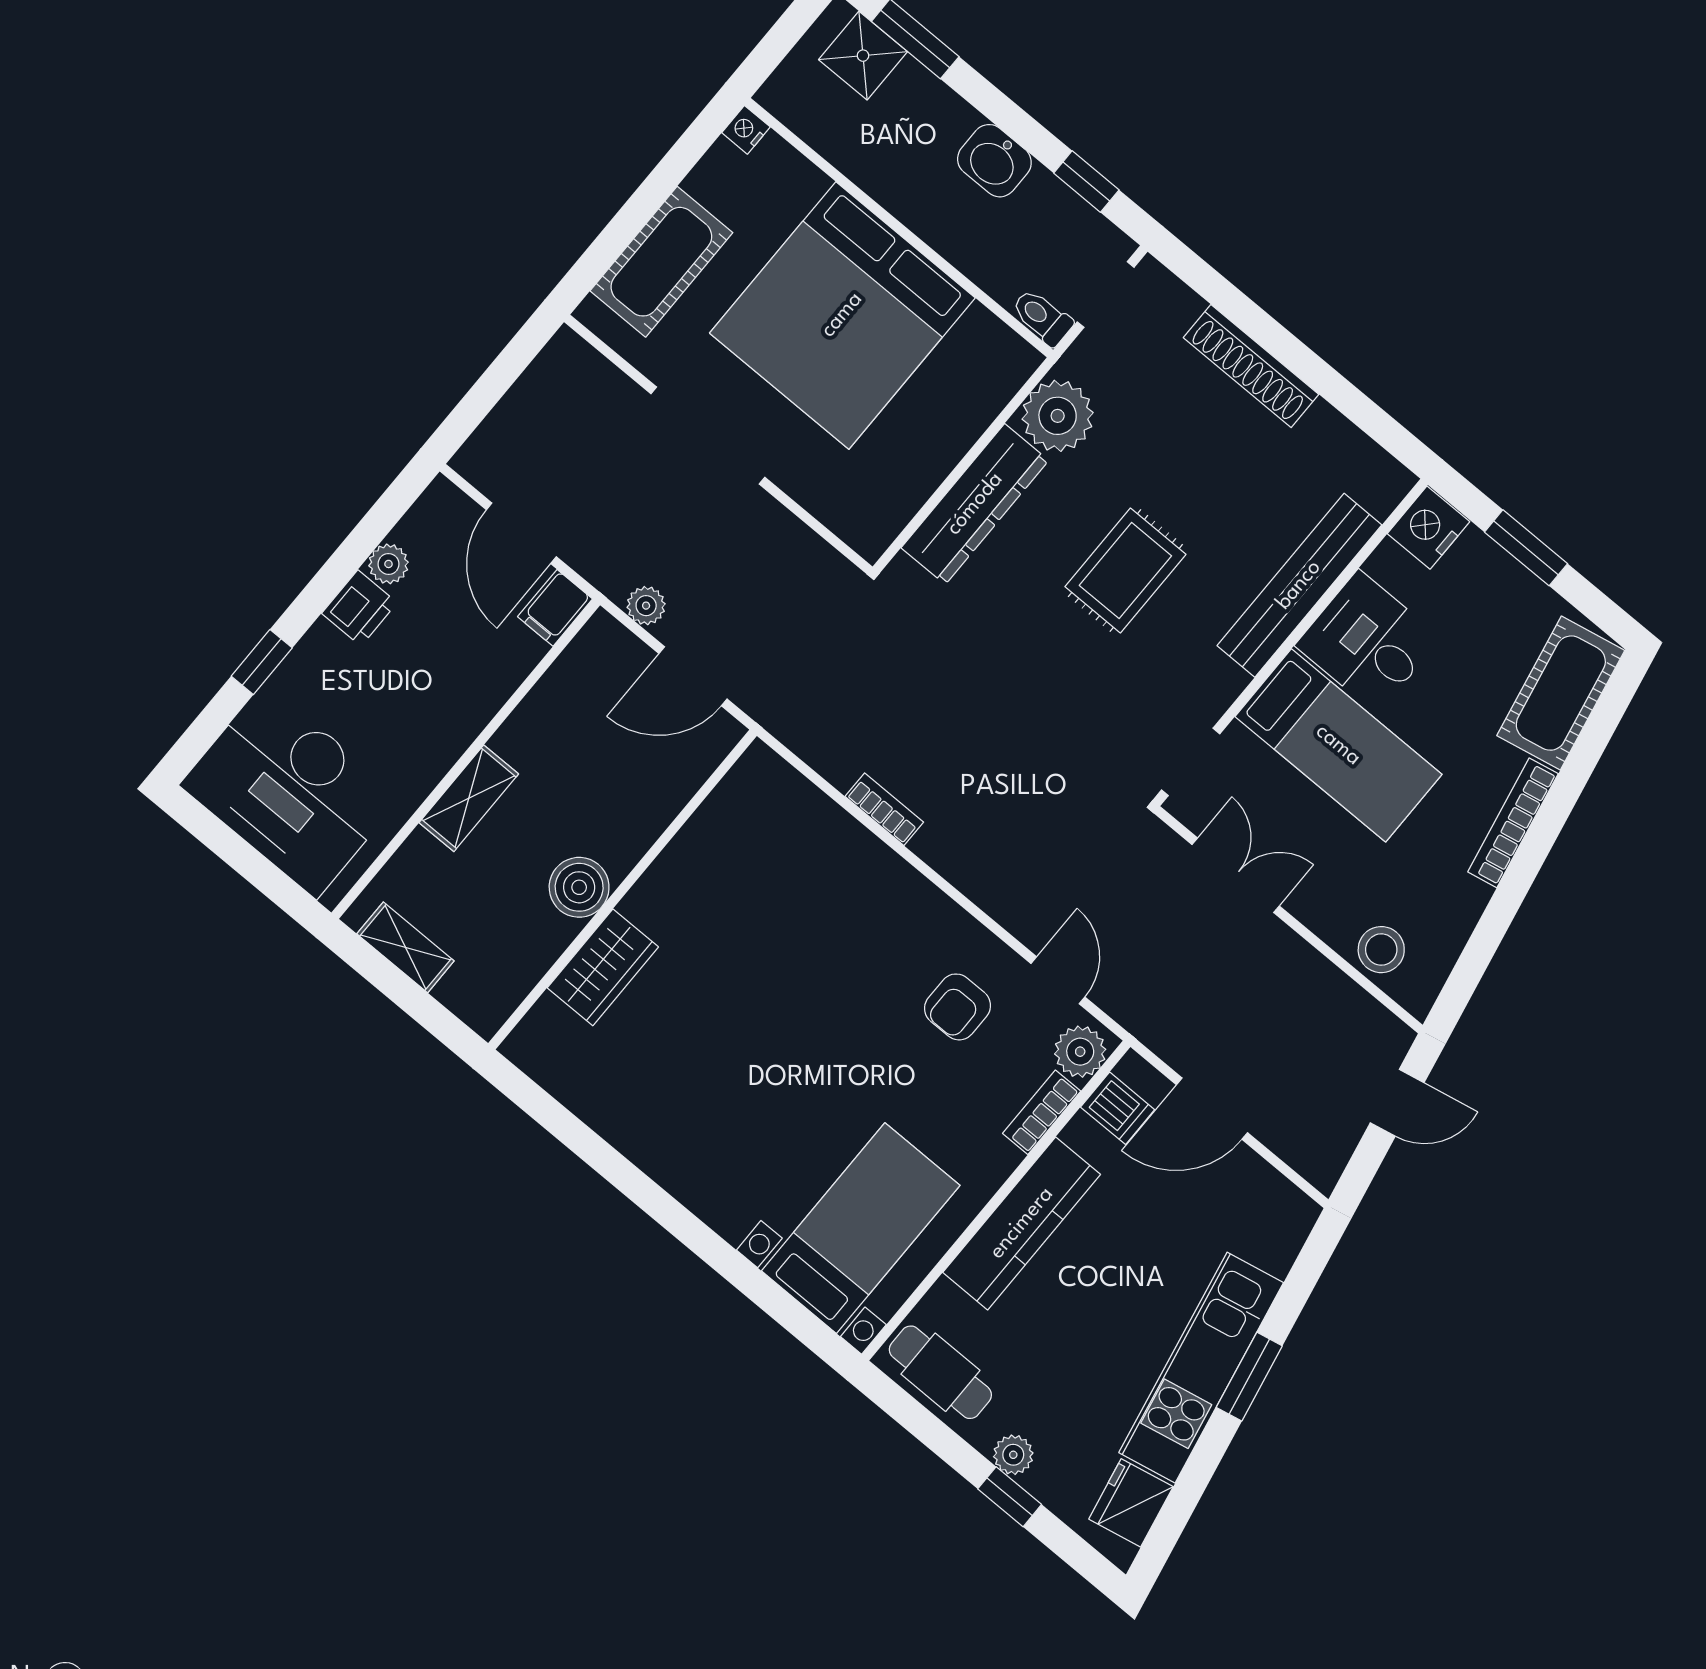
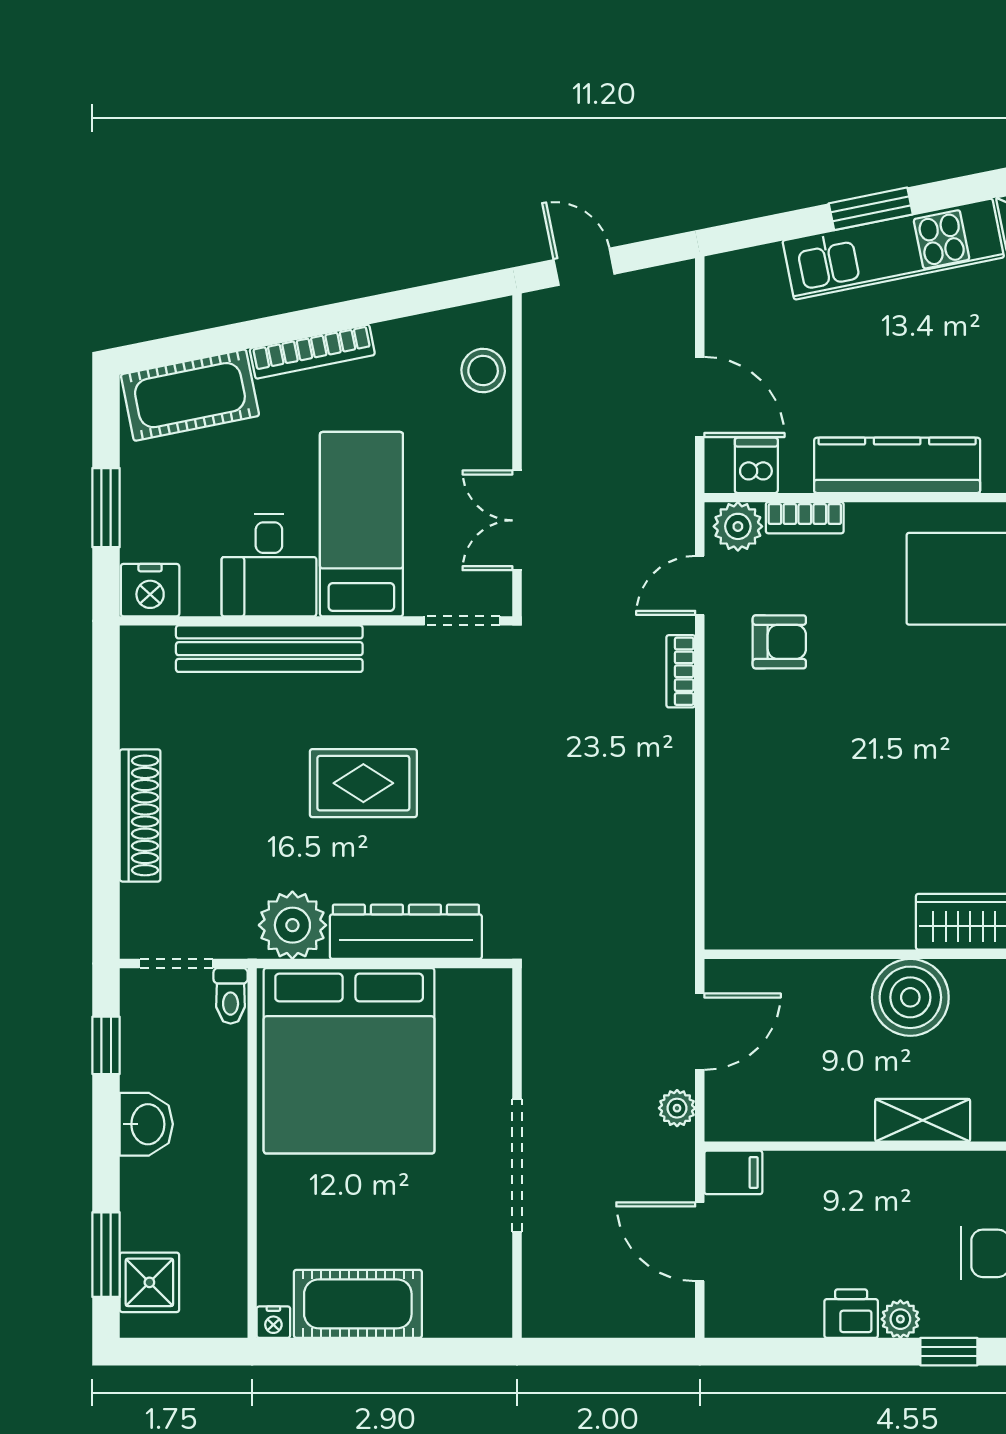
cot: (661, 262) -> (358, 1304), moved
bed: (842, 315) -> (349, 1061), moved, turned 90
door: (521, 533) -> (700, 1242), swing flipped
plant: (388, 564) -> (900, 1319), moved
door: (693, 676) -> (700, 1032), hinge flipped
bookcase: (884, 809) -> (681, 671), moved
boiler: (579, 887) -> (910, 997), width x1.37, depth x1.37

